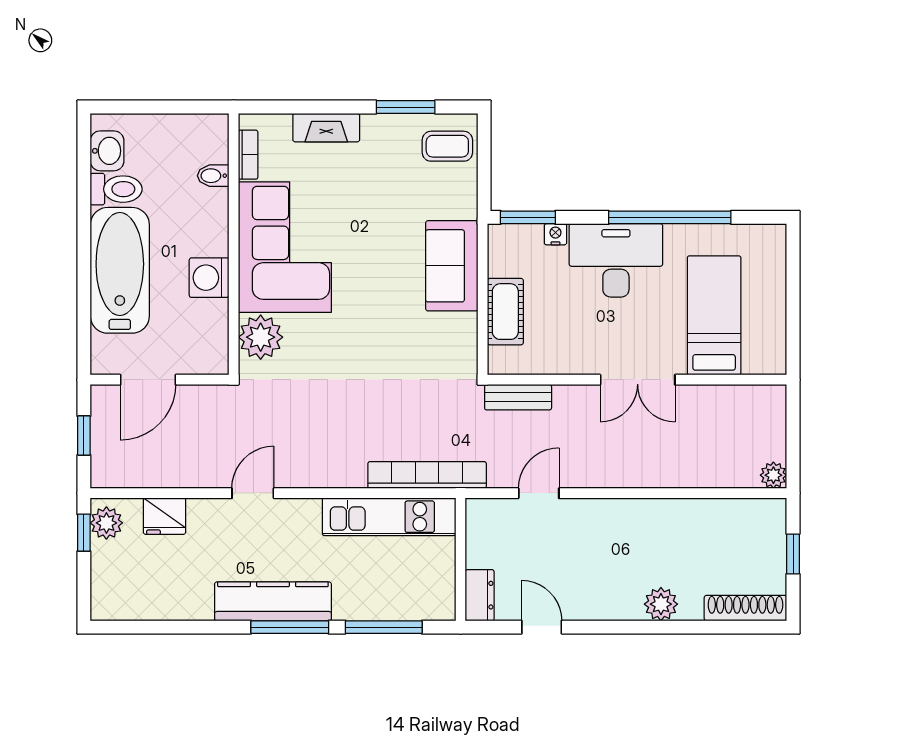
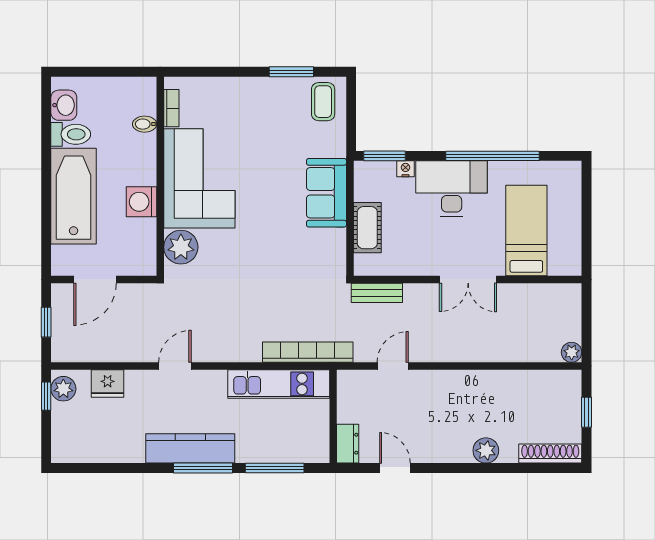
fireplace: (326, 128) -> (231, 87), removed
coffee table: (447, 146) -> (323, 102), turned 90

